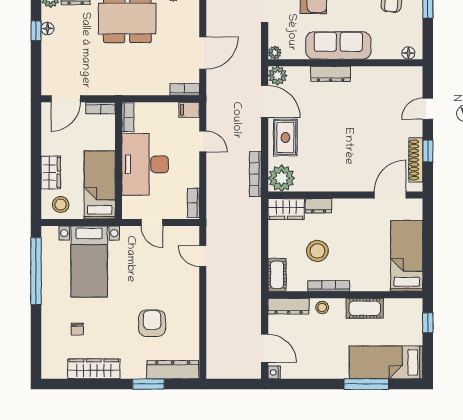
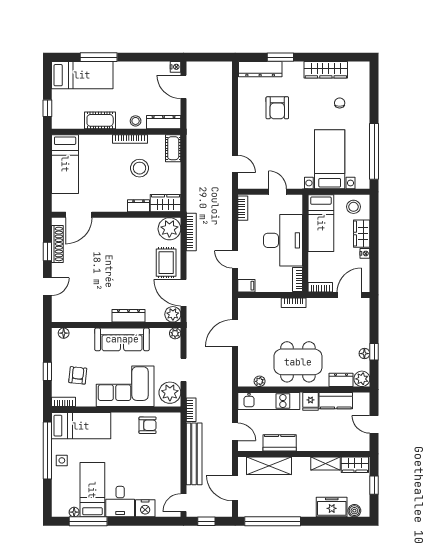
bookcase: (185, 89) -> (294, 303), moved
nightstand: (47, 149) -> (365, 253), added

